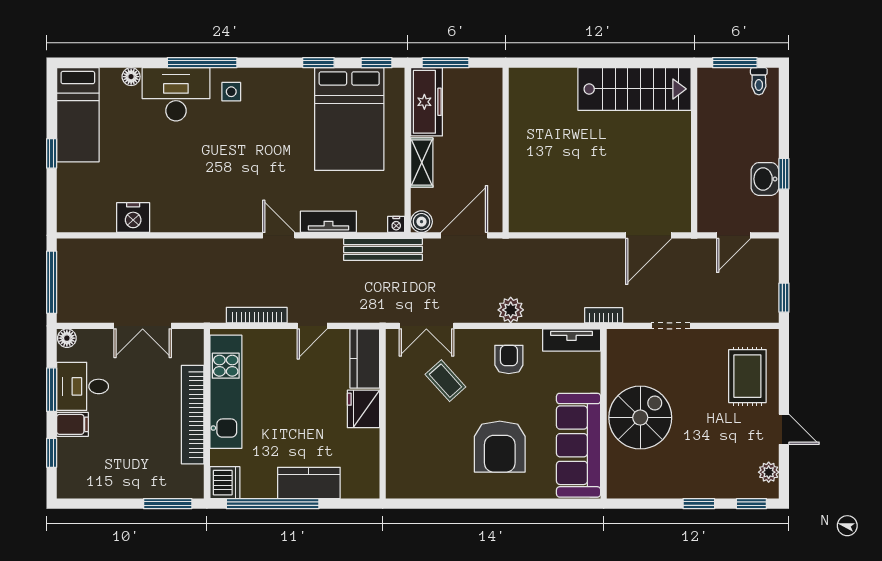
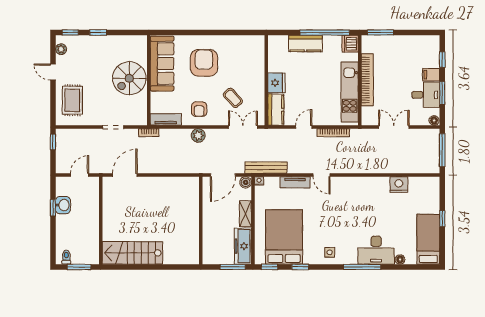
side table: (231, 92) -> (330, 252), moved

